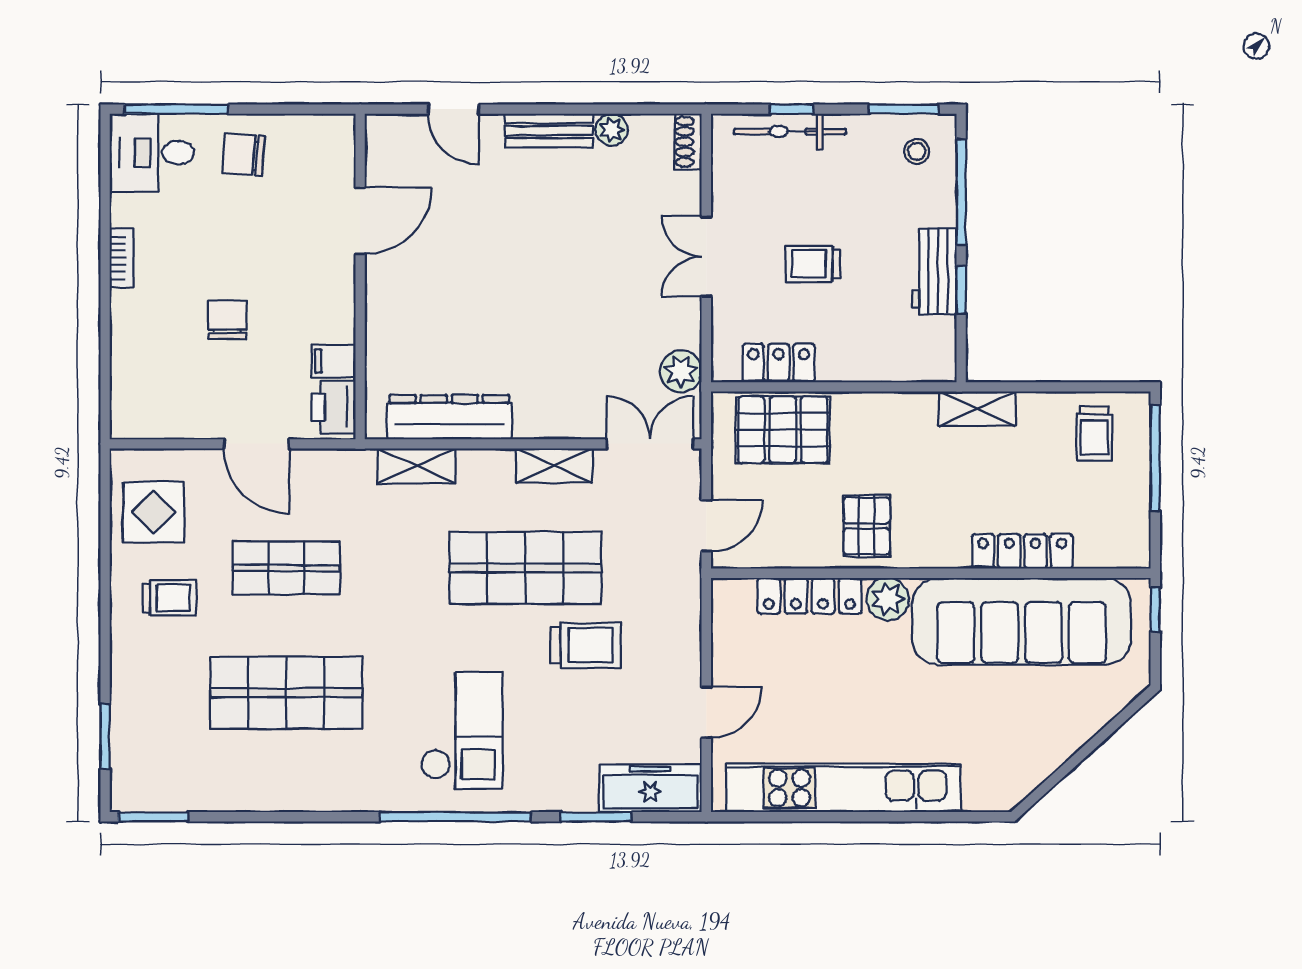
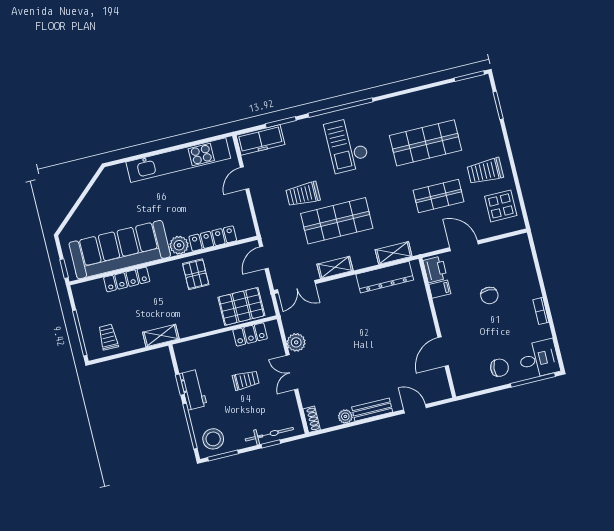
stool: (917, 151) -> (213, 439), width x1.89, depth x1.89
double door: (706, 256) -> (292, 372), swing flipped
plant: (681, 371) -> (296, 342), moved
trolley: (170, 598) -> (485, 171), width x1.36, depth x1.39

